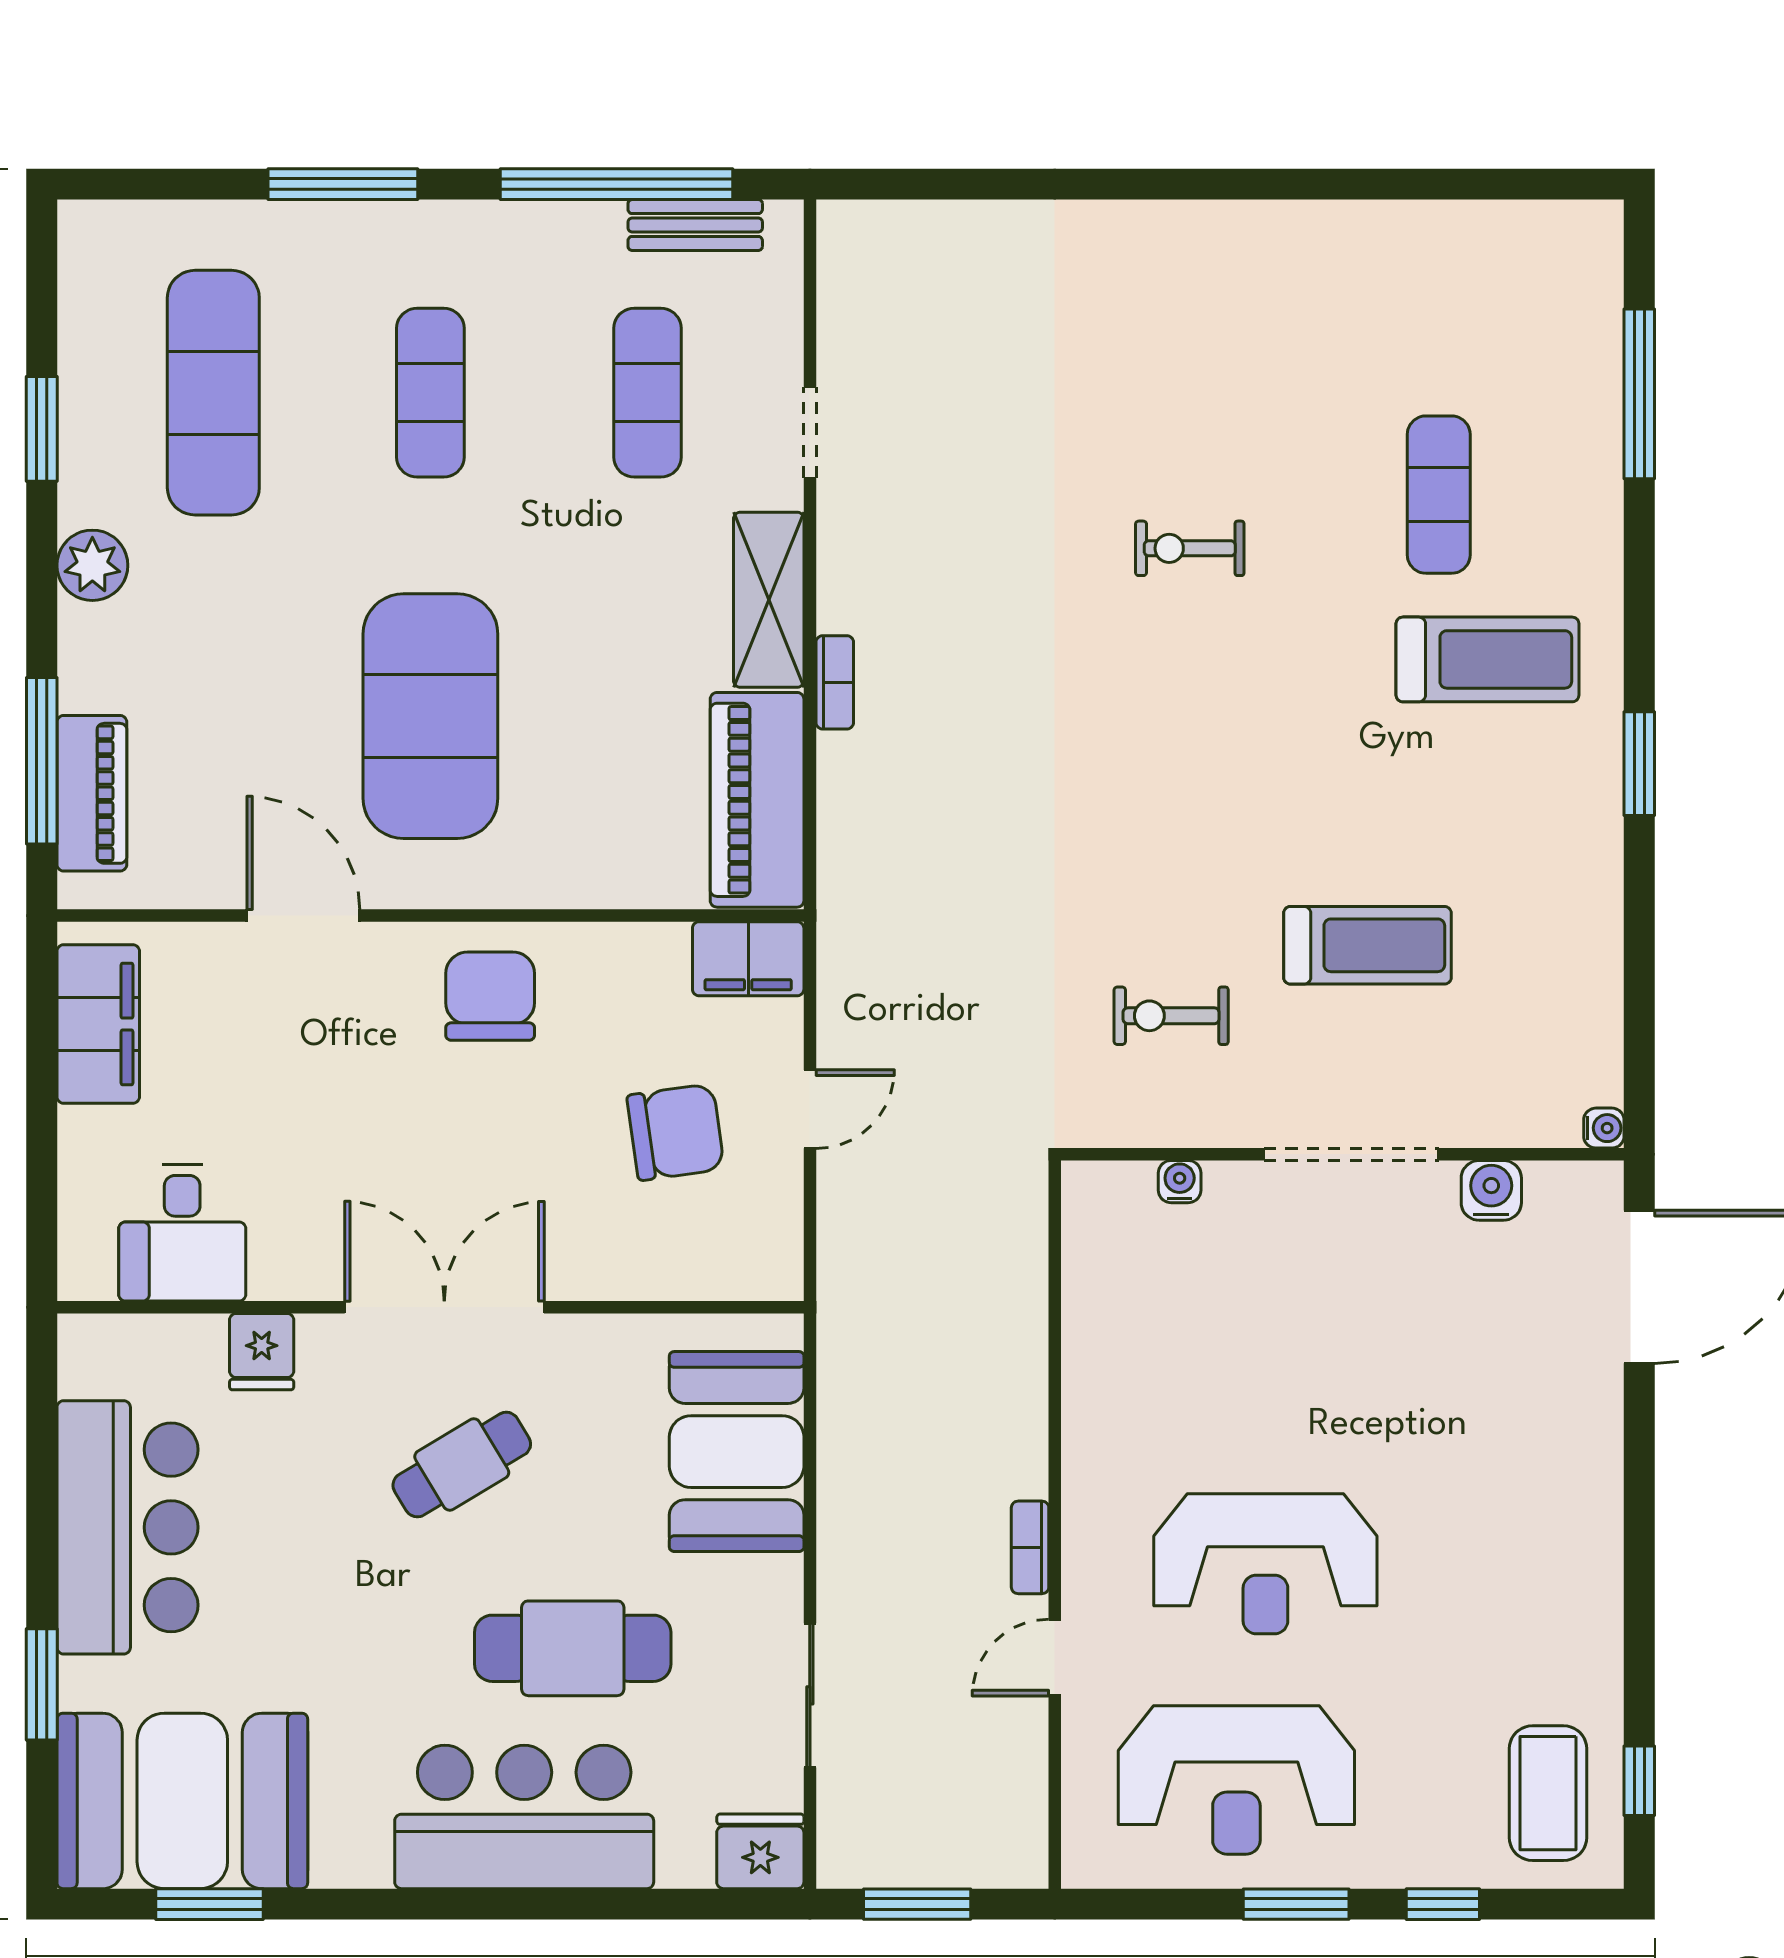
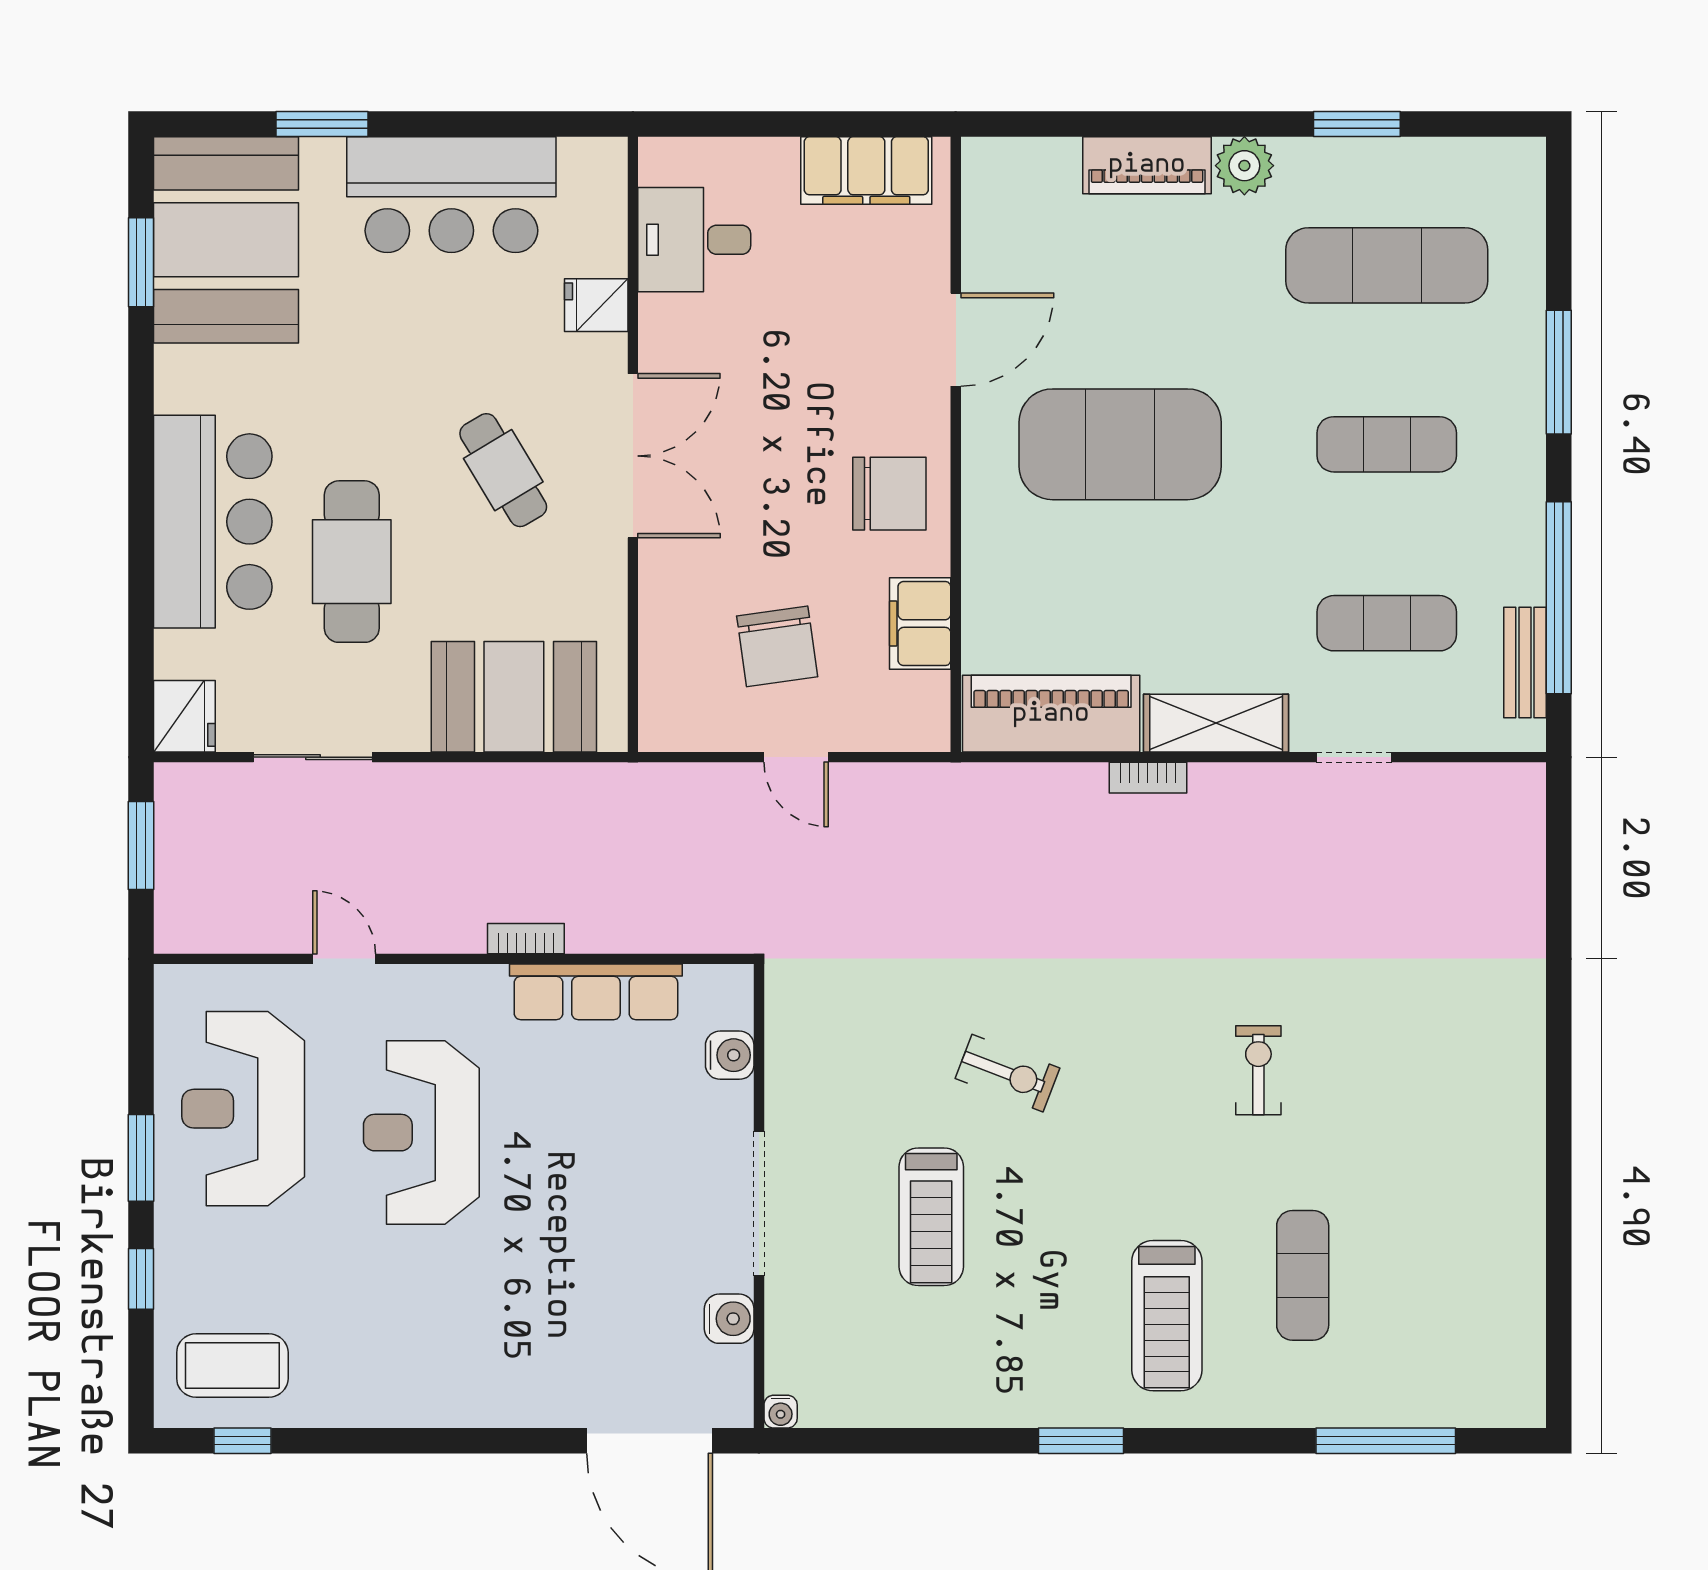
exercise mat: (1439, 495) -> (1303, 1275), turned 90
window: (42, 761) -> (1083, 124), removed
piano: (92, 793) -> (1147, 165), moved
filing cabinet: (748, 959) -> (920, 624), moved
exercise bike: (1171, 1016) -> (1008, 1073), moved, turned 111
water cooler: (1180, 1182) -> (730, 1055), width x1.38, depth x1.38
row of seats: (1095, 1352) -> (596, 992), added
bookcase: (1030, 1547) -> (526, 939), moved

